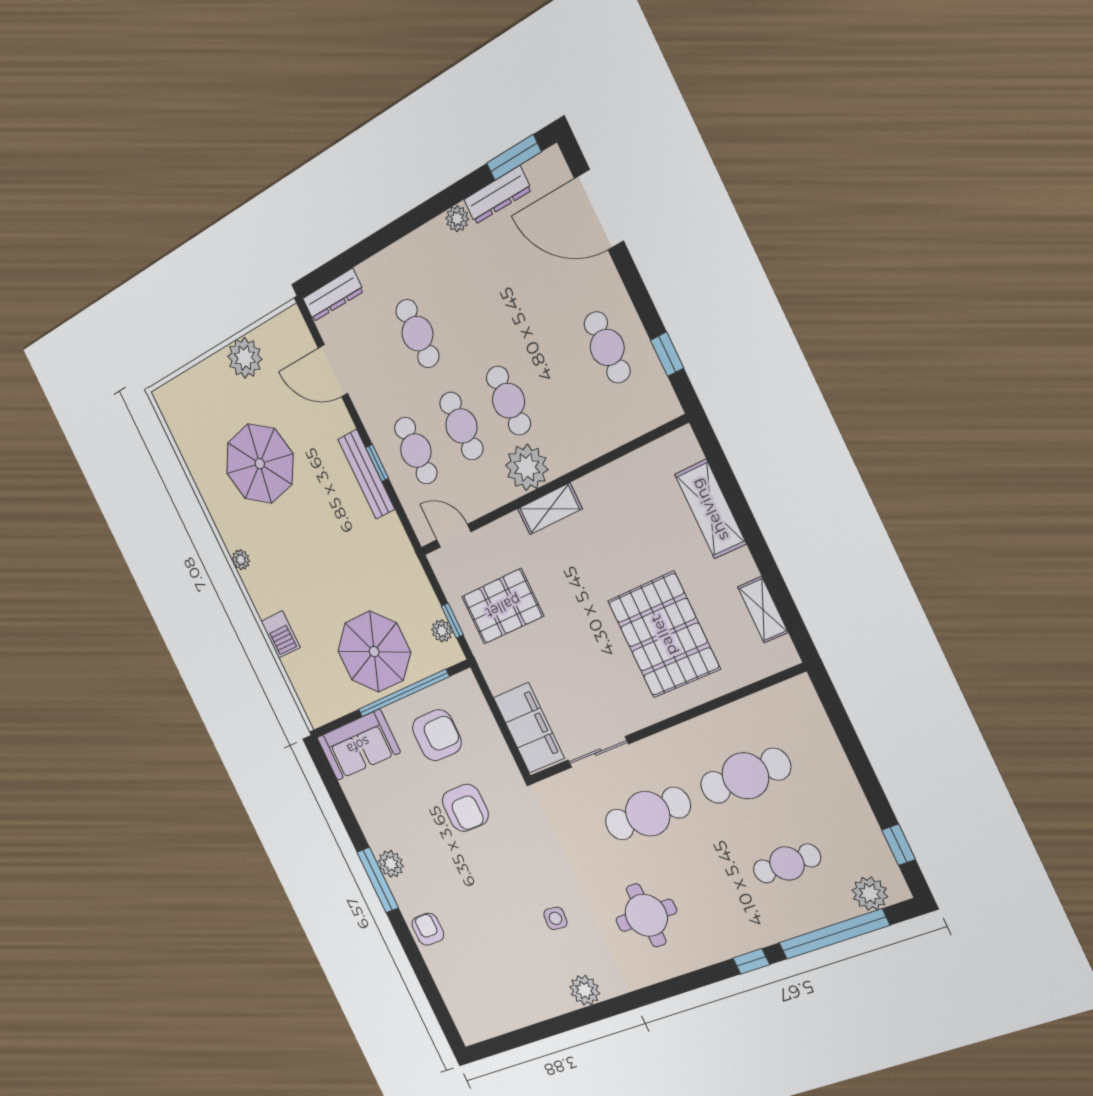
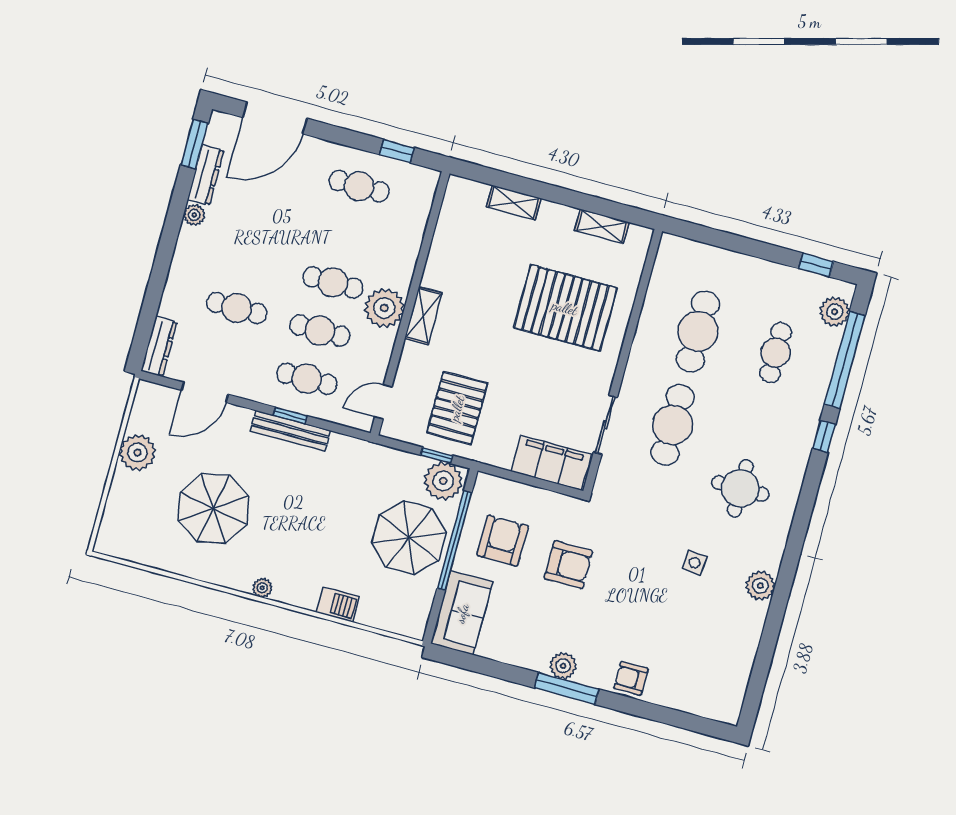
shelving: (710, 509) -> (514, 203), width x0.67, depth x0.75
plant: (442, 631) -> (443, 481), width x1.88, depth x1.88

